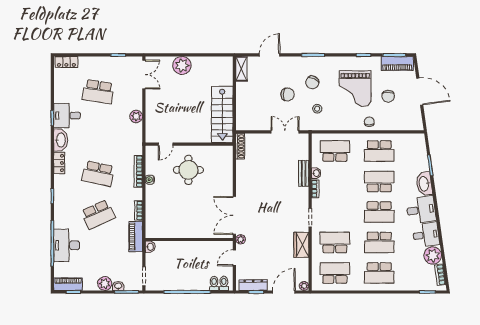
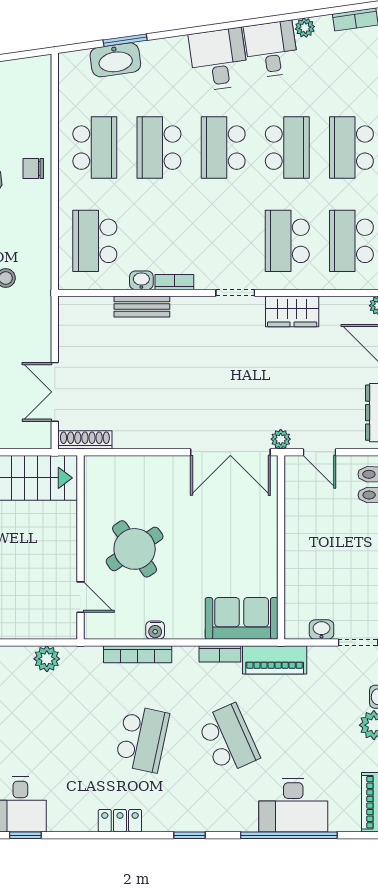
plant: (136, 117) -> (47, 659), moved
double door: (285, 132) -> (55, 392), moved
washbasin: (61, 140) -> (72, 818), removed
round table: (188, 170) -> (135, 549), turned -34
washbasin: (424, 184) -> (115, 60), moved
school desk: (379, 212) -> (223, 148), turned 180
sofa: (155, 221) -> (242, 618), added
washbasin: (150, 247) -> (321, 630), moved
plant: (433, 255) -> (305, 28), width x0.53, depth x0.53
school desk: (379, 273) -> (351, 148), turned 180

